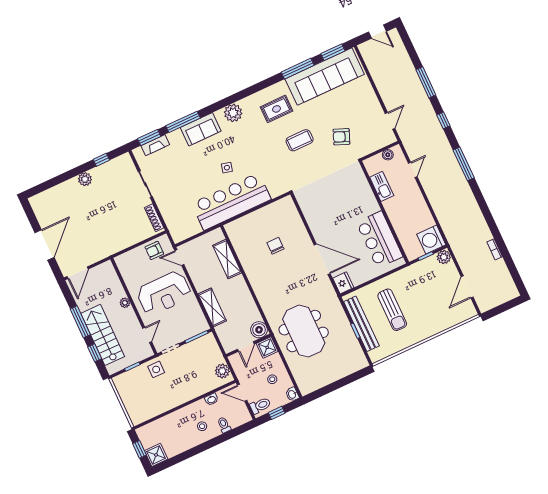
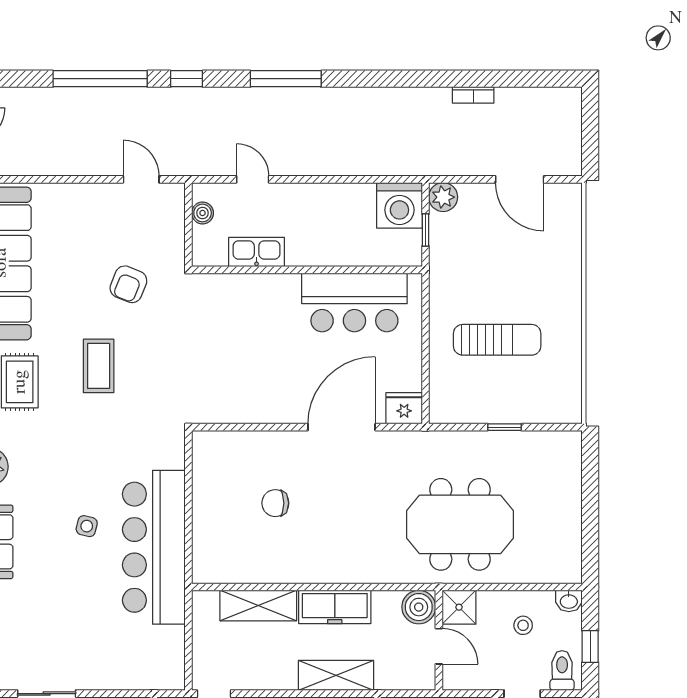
window: (426, 82) -> (100, 79), width x1.46
freezer: (242, 293) -> (335, 607), added
bench: (361, 324) -> (497, 410), removed

